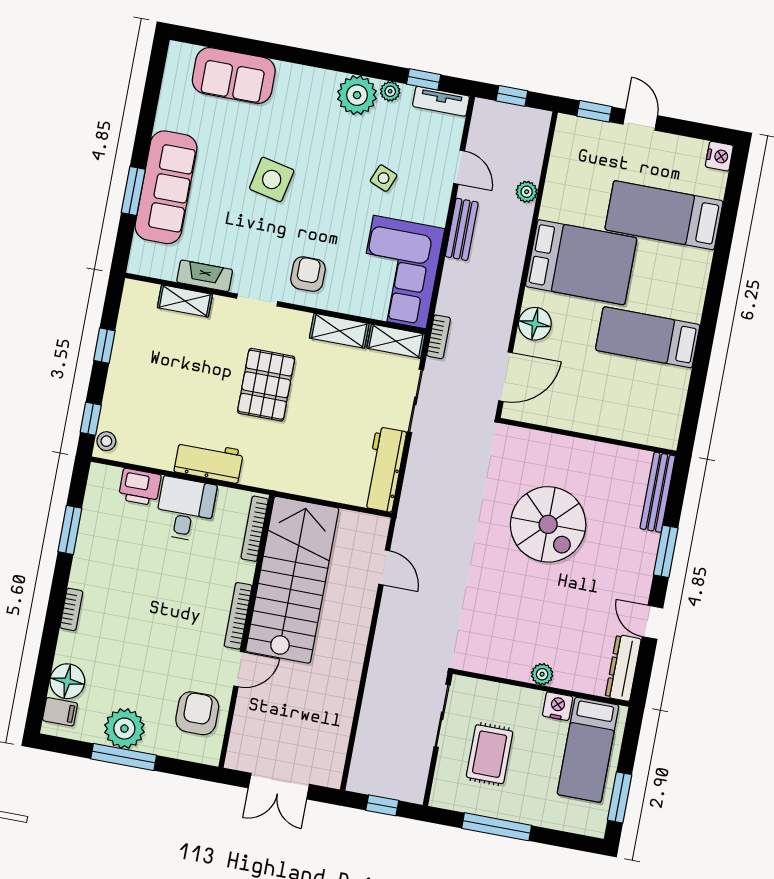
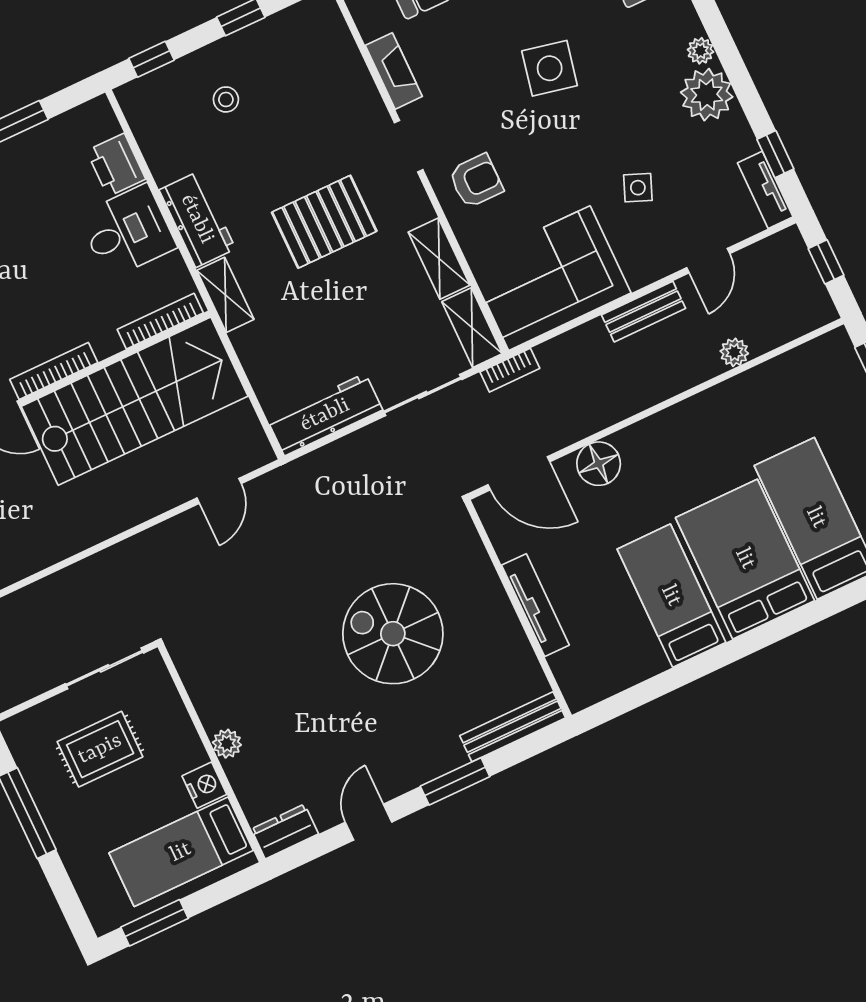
plant: (390, 91) -> (700, 51), moved
bed: (581, 262) -> (745, 559), moved, turned 180
shelving: (185, 301) -> (225, 295), moved
tv unit: (593, 425) -> (535, 605), added
stool: (106, 441) -> (226, 99), moved
spiral stairs: (548, 524) -> (393, 634), turned 90
dresser: (623, 668) -> (285, 831), width x0.70

